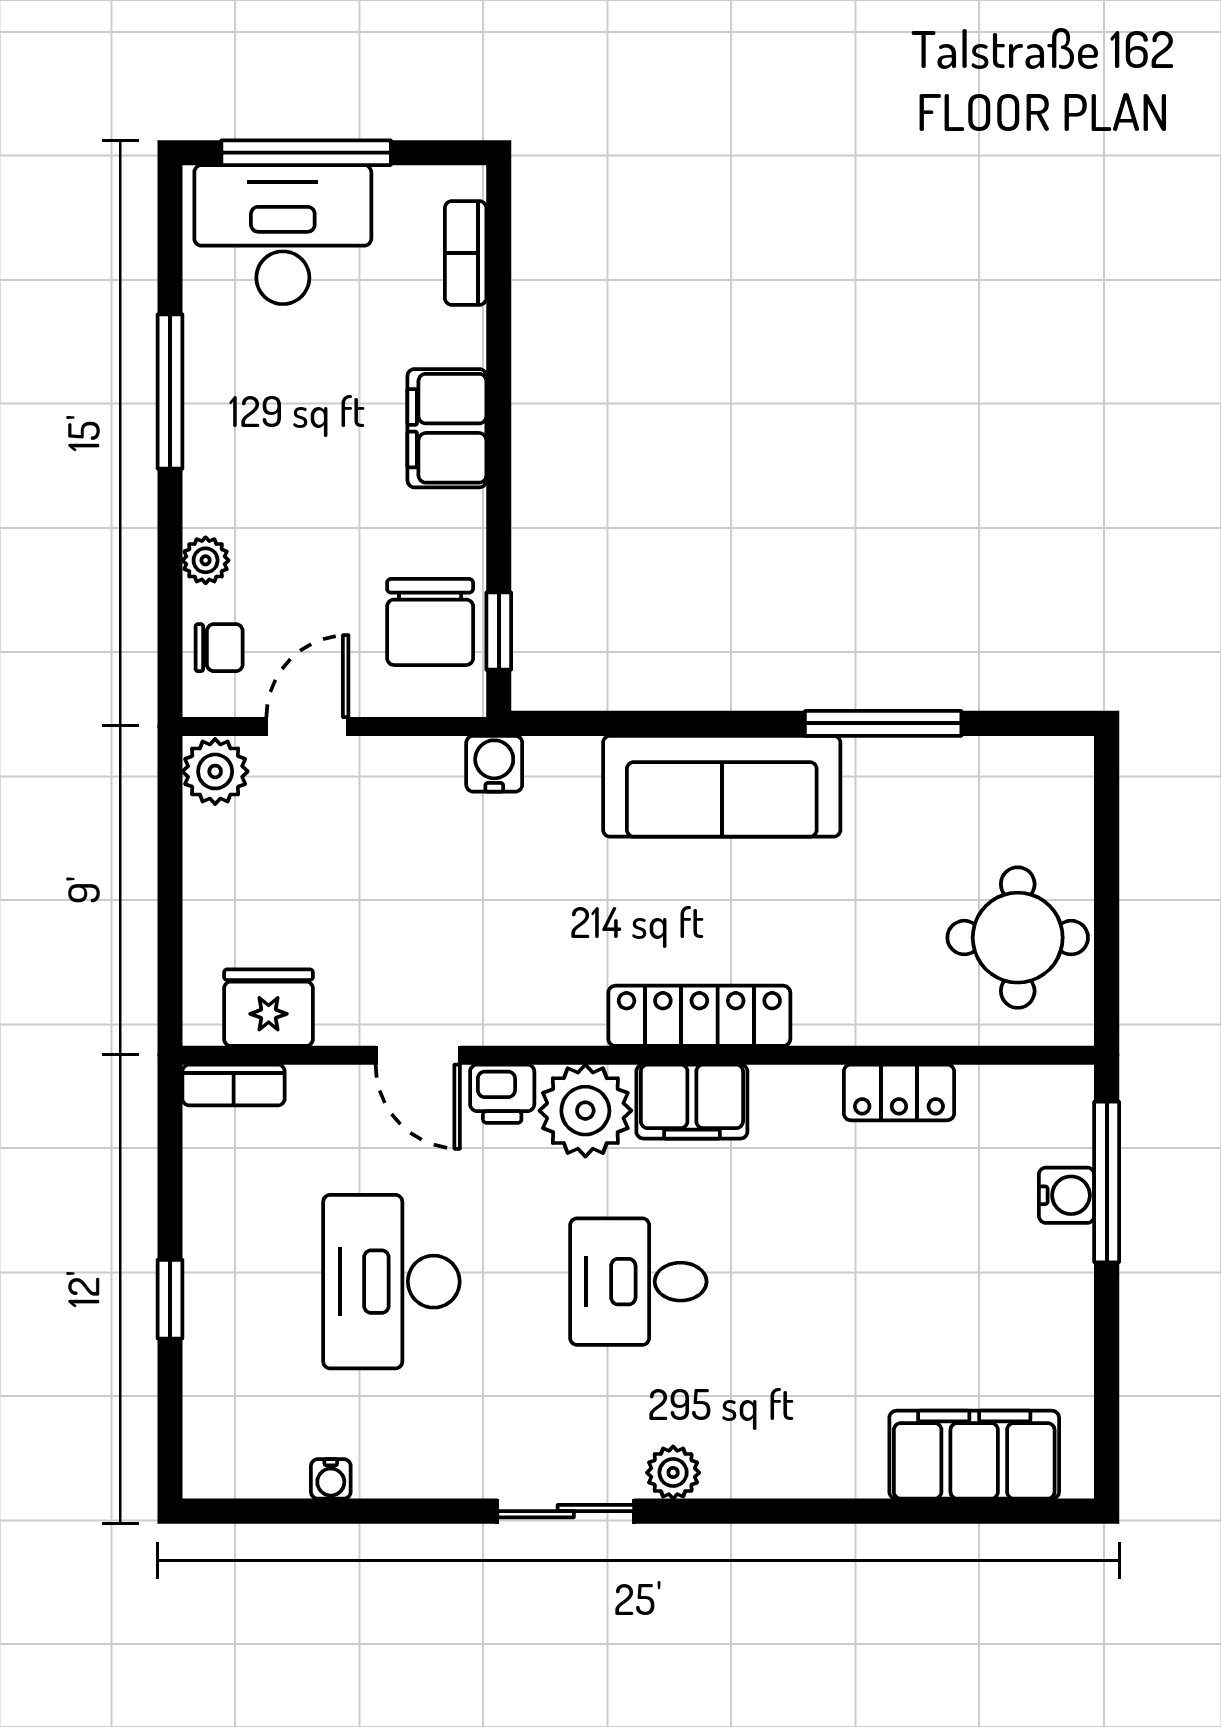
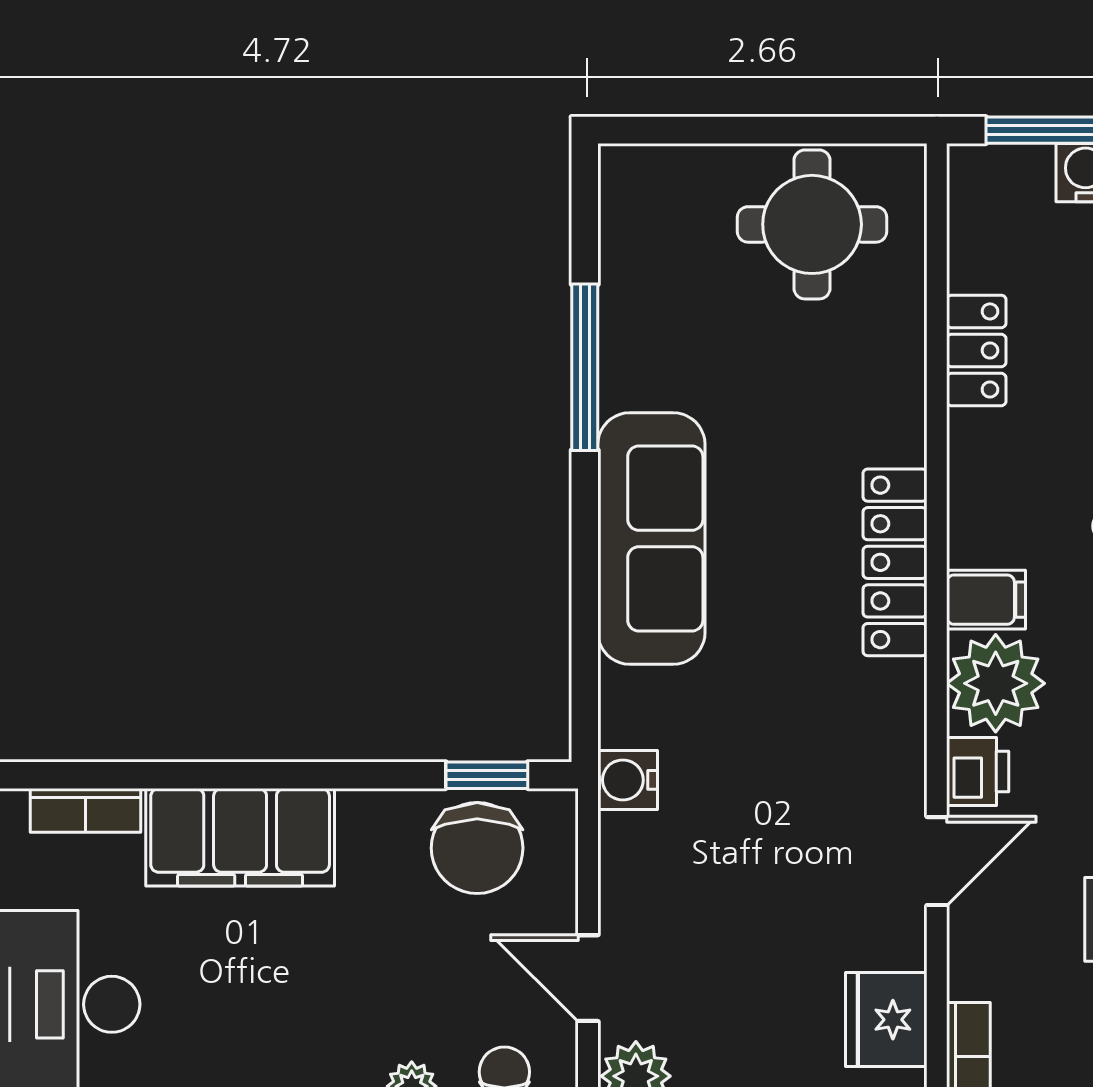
filing cabinet: (447, 428) -> (240, 837), width x1.50, depth x1.17
chair: (430, 622) -> (477, 848), turned 90
filing cabinet: (692, 1102) -> (986, 600), width x0.50

